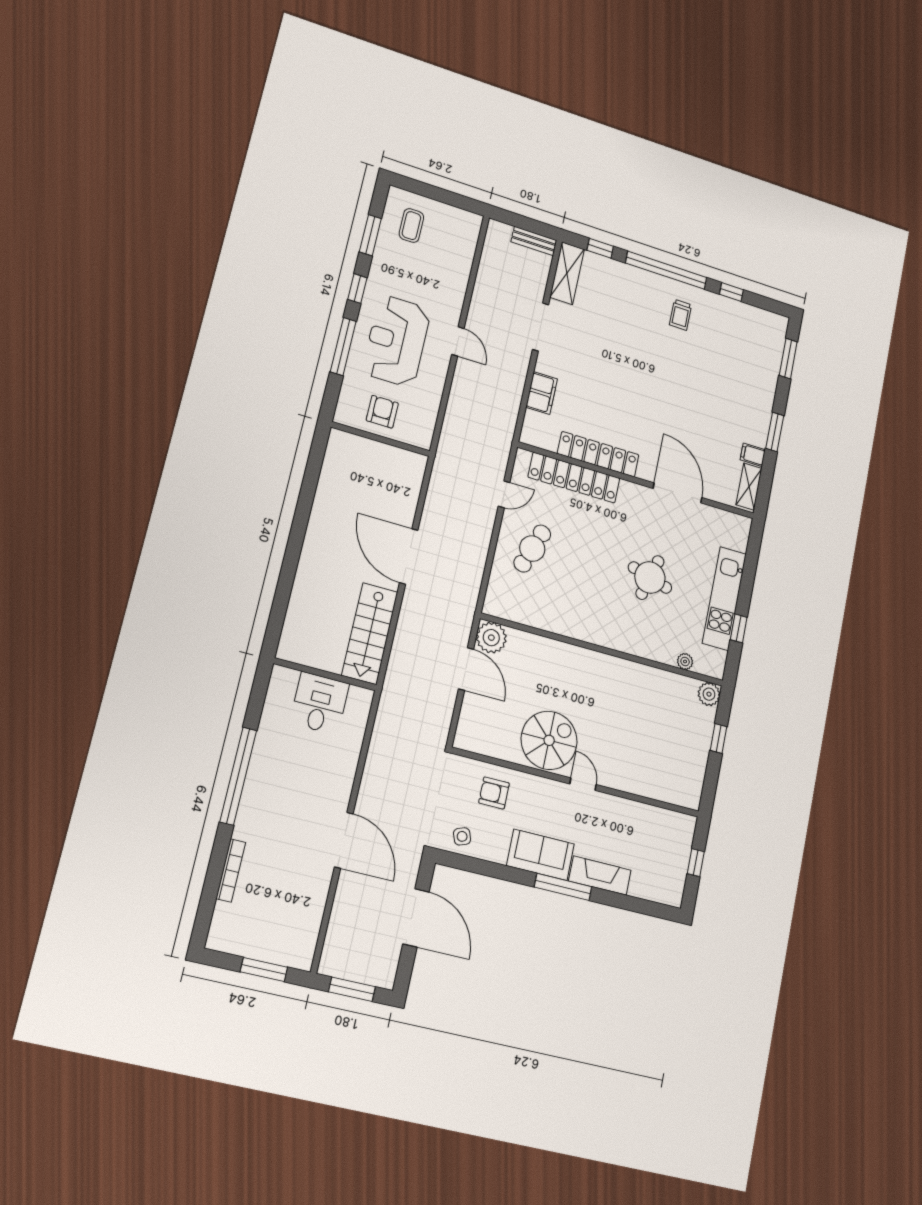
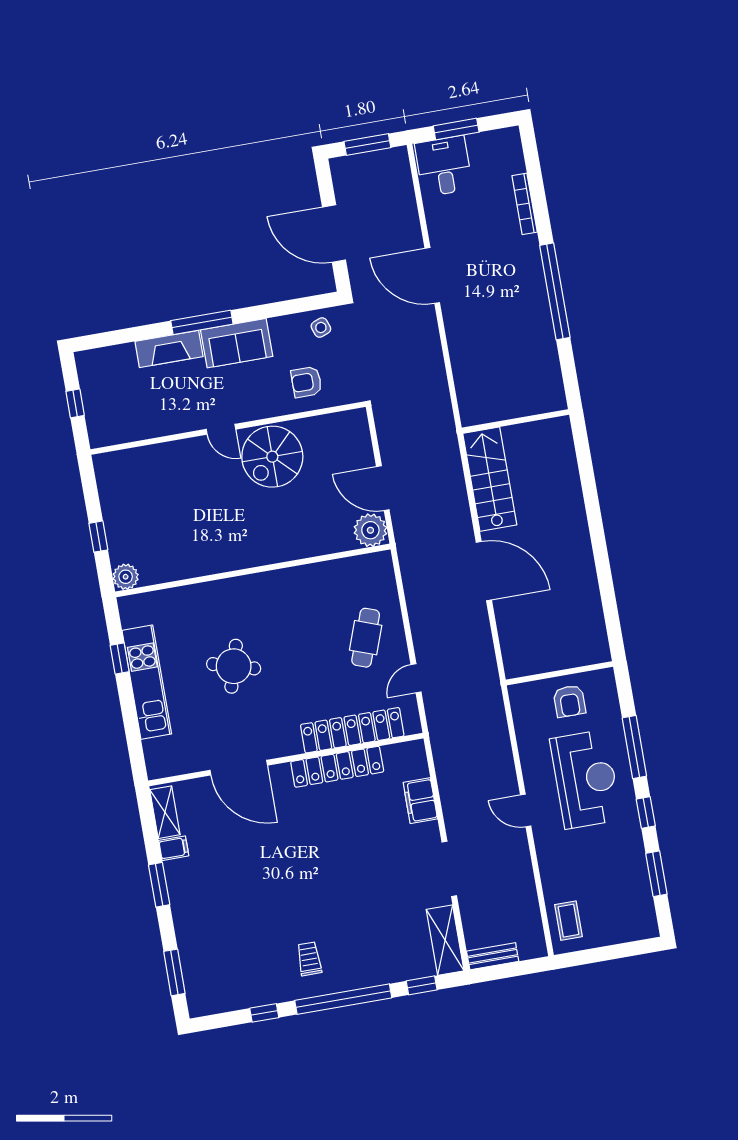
coffee table: (411, 226) -> (568, 921), moved
plant: (685, 662) -> (164, 598), removed
desk: (320, 703) -> (444, 166), moved, turned 180
armchair: (494, 793) -> (307, 382), turned 180

